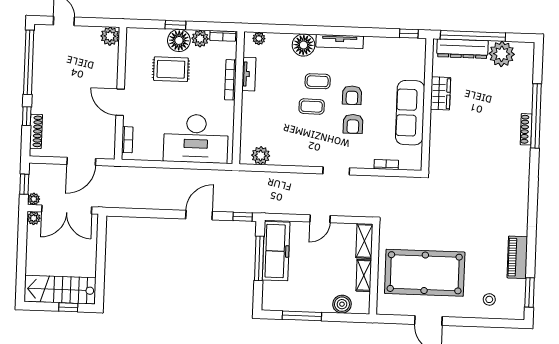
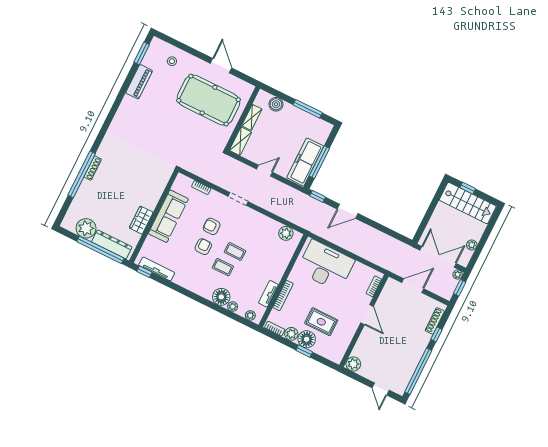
plant: (285, 40) -> (233, 307), added
tv unit: (340, 41) -> (157, 269), moved
armchair: (353, 124) -> (212, 226), turned -90
plant: (34, 218) -> (472, 245), moved

